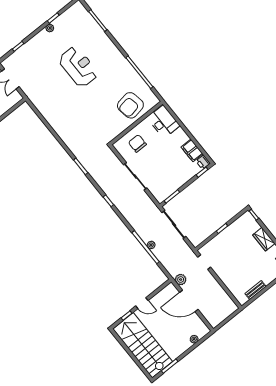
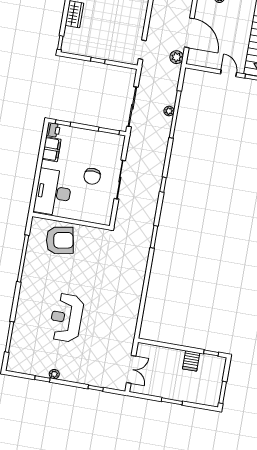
desk: (163, 122) -> (53, 192), width x1.36, depth x1.30
chair: (137, 143) -> (92, 176), moved

